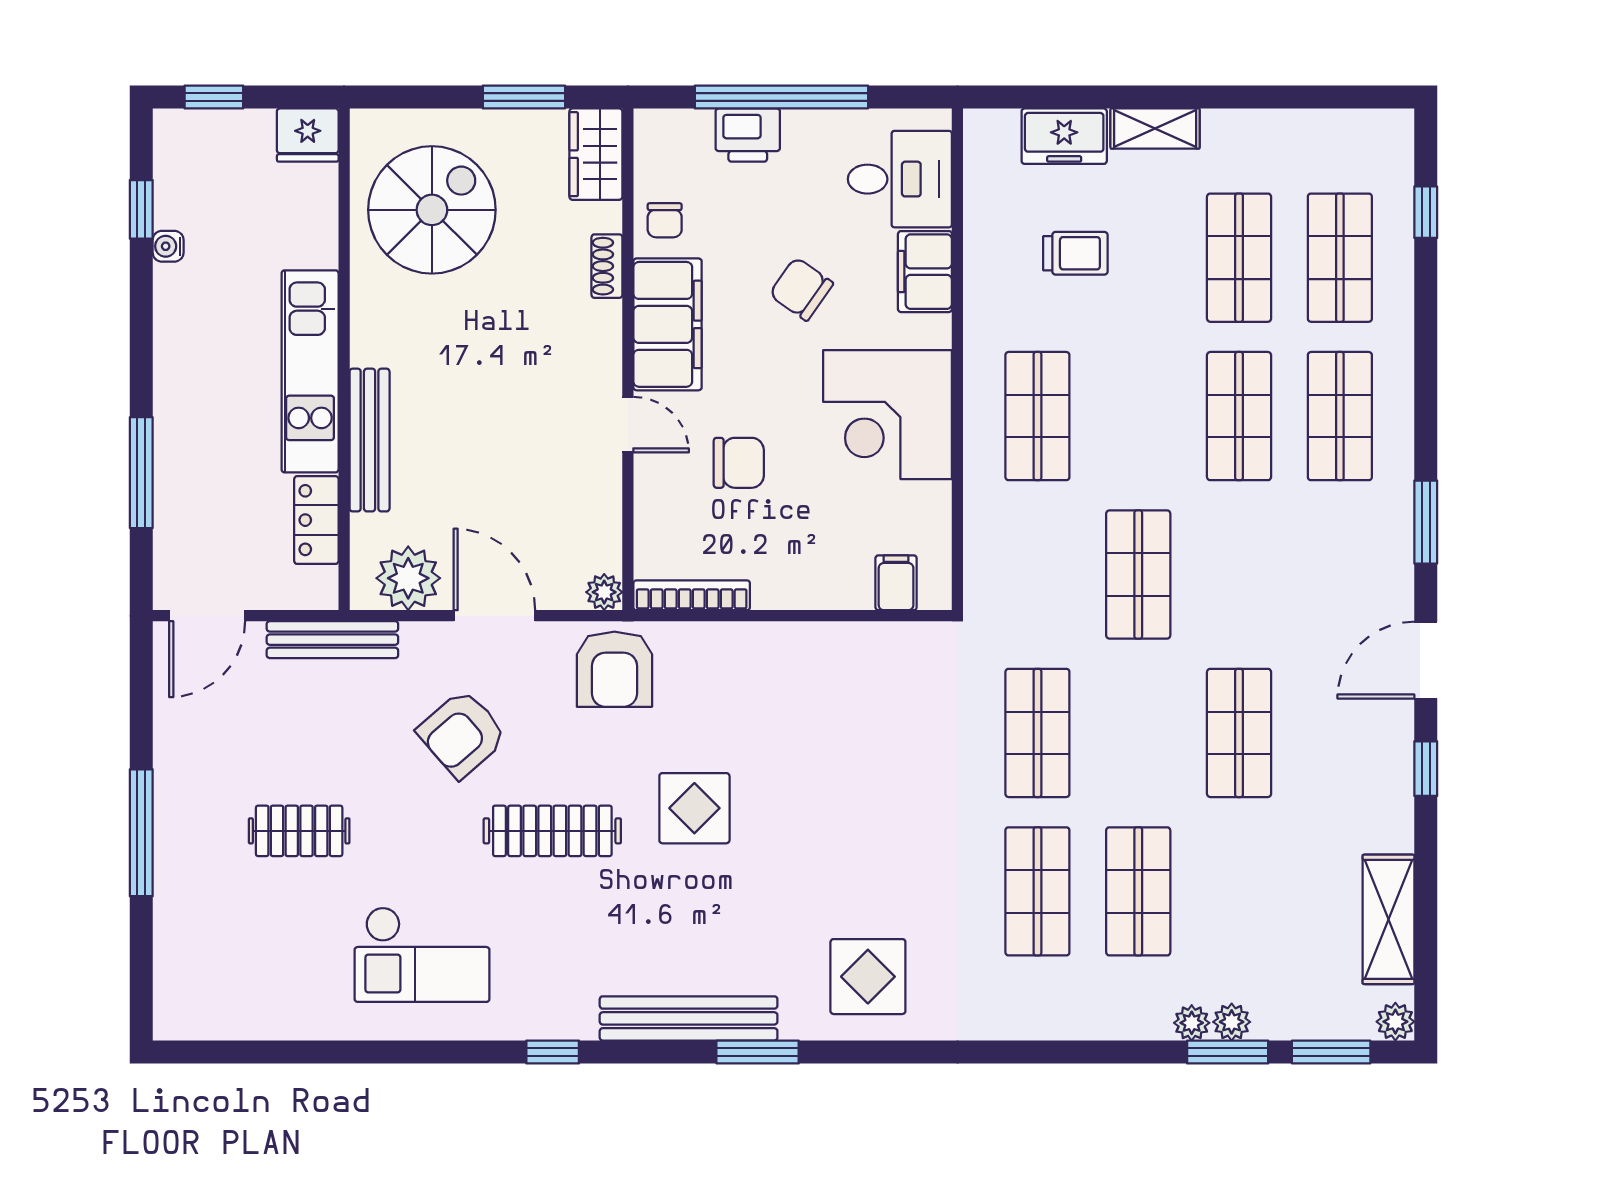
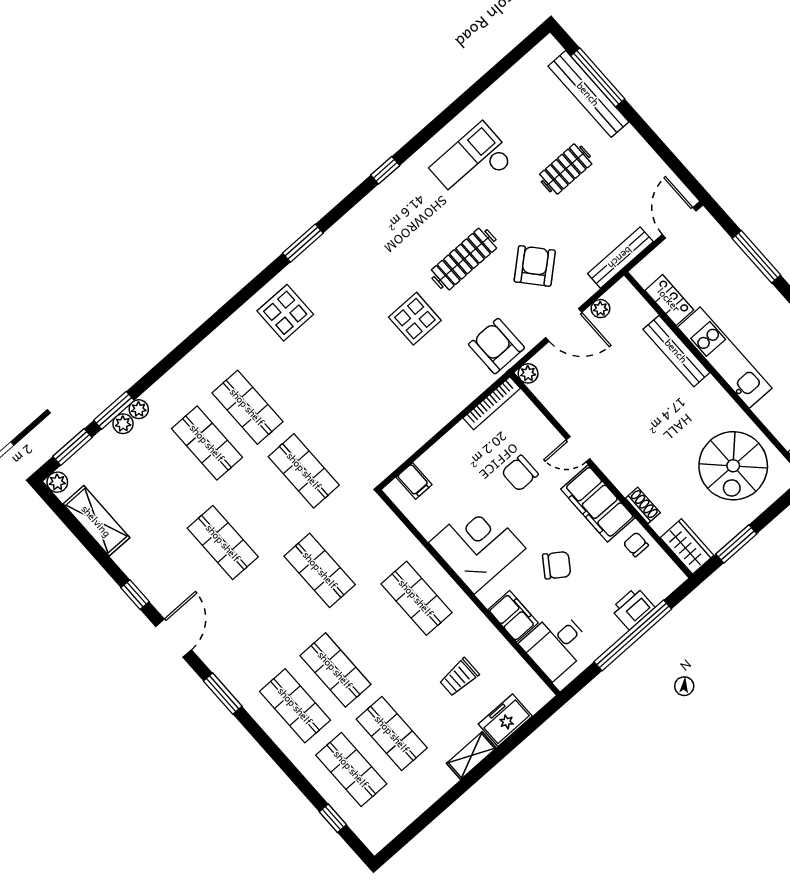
plant: (408, 578) -> (600, 309), width x0.53, depth x0.53
window: (141, 833) -> (598, 77), moved
bench: (689, 1018) -> (588, 94), moved, turned 90

